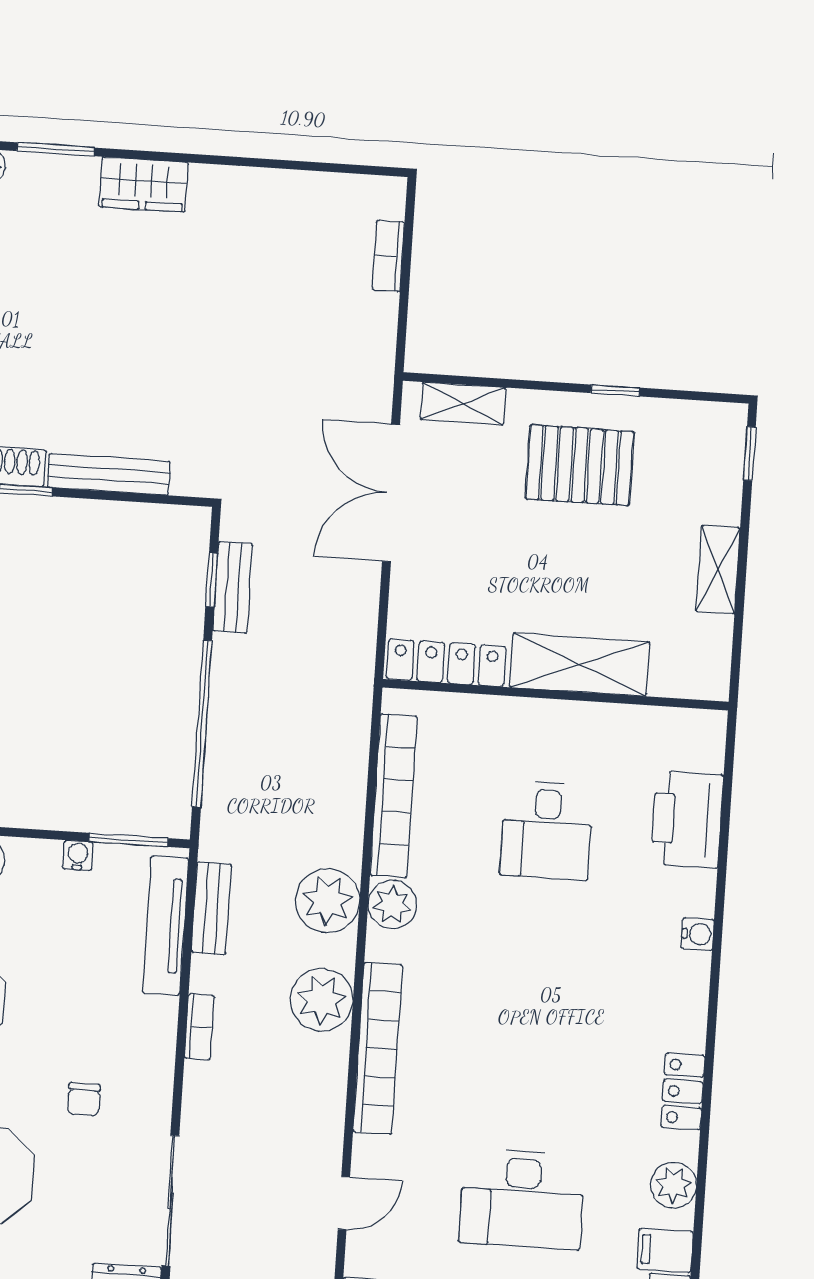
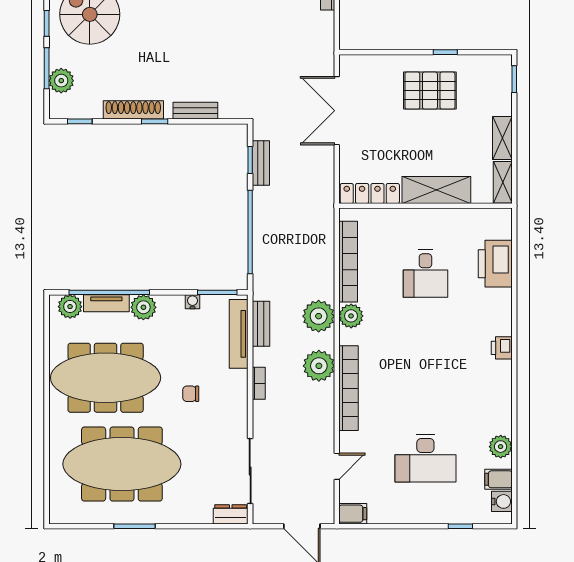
shelving: (463, 404) -> (503, 182), moved, turned 90
bench: (109, 474) -> (195, 111), width x0.73
water cooler: (698, 934) -> (504, 321), removed
printer: (689, 988) -> (502, 348), added
locker: (683, 1091) -> (502, 399), removed
chair: (84, 1099) -> (191, 394), moved, turned 90

